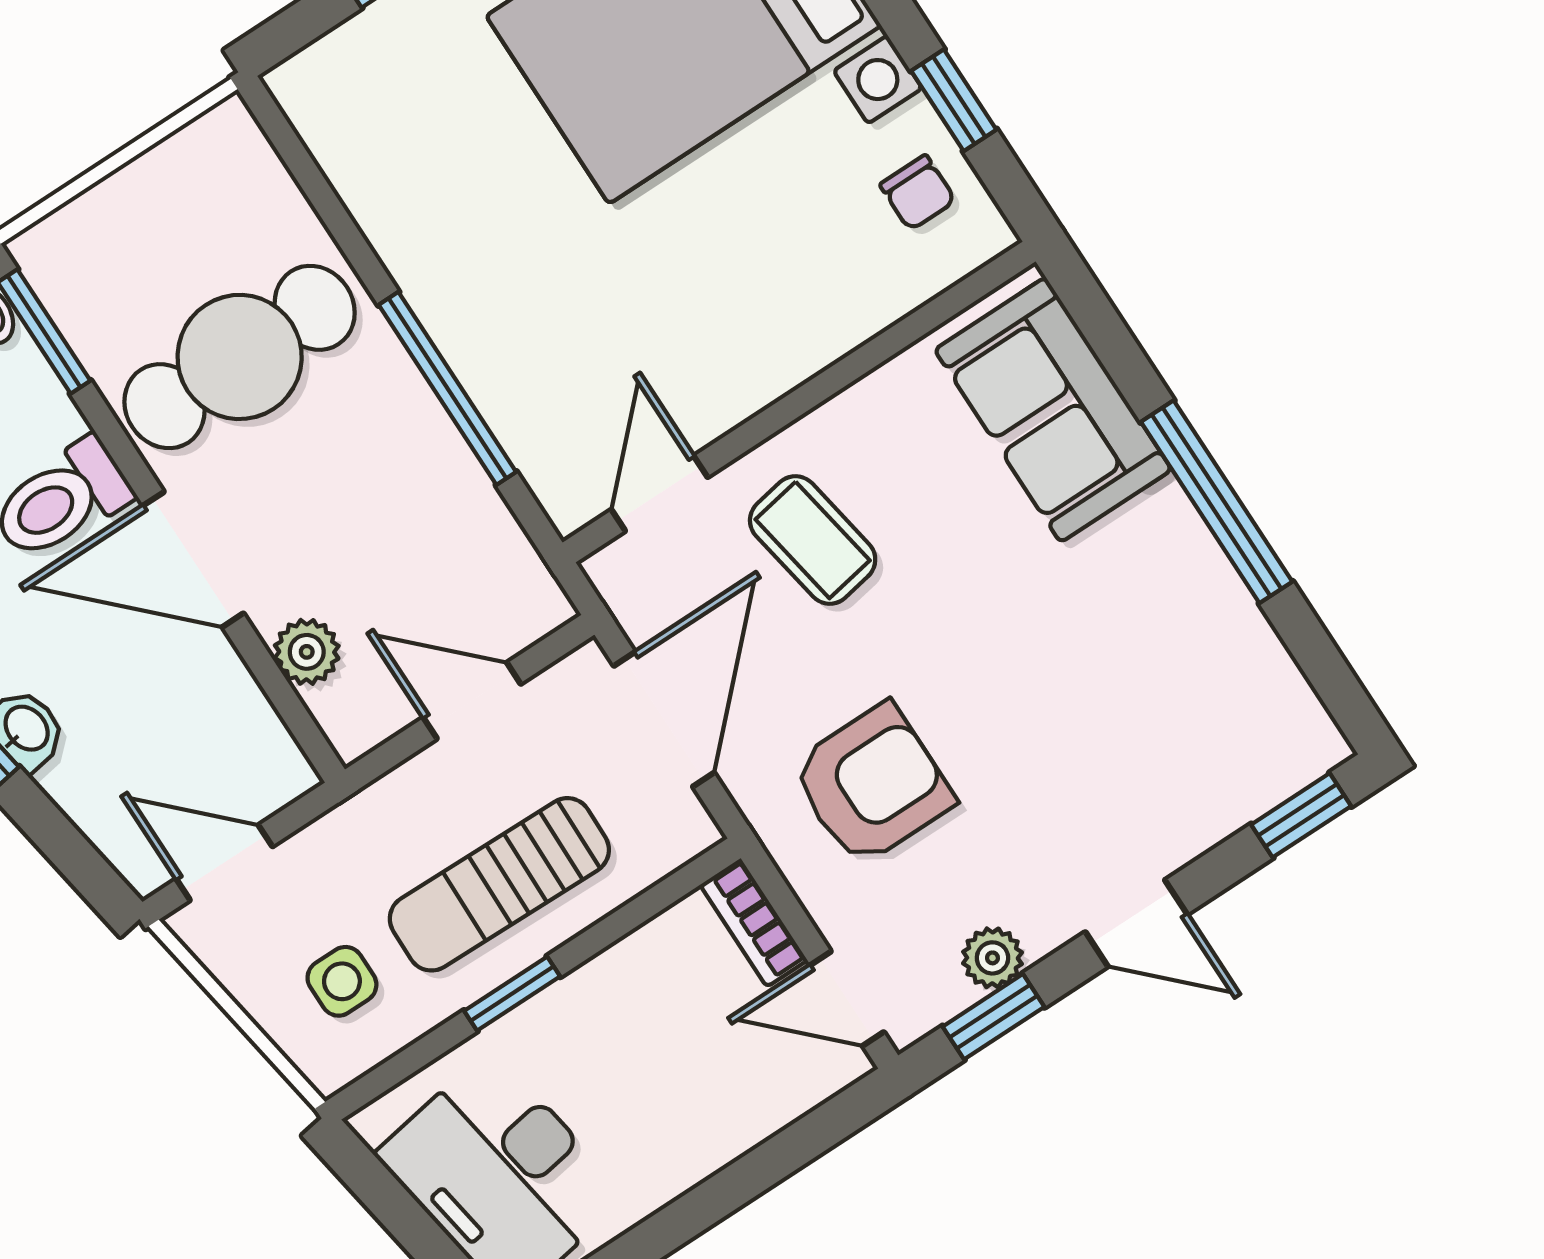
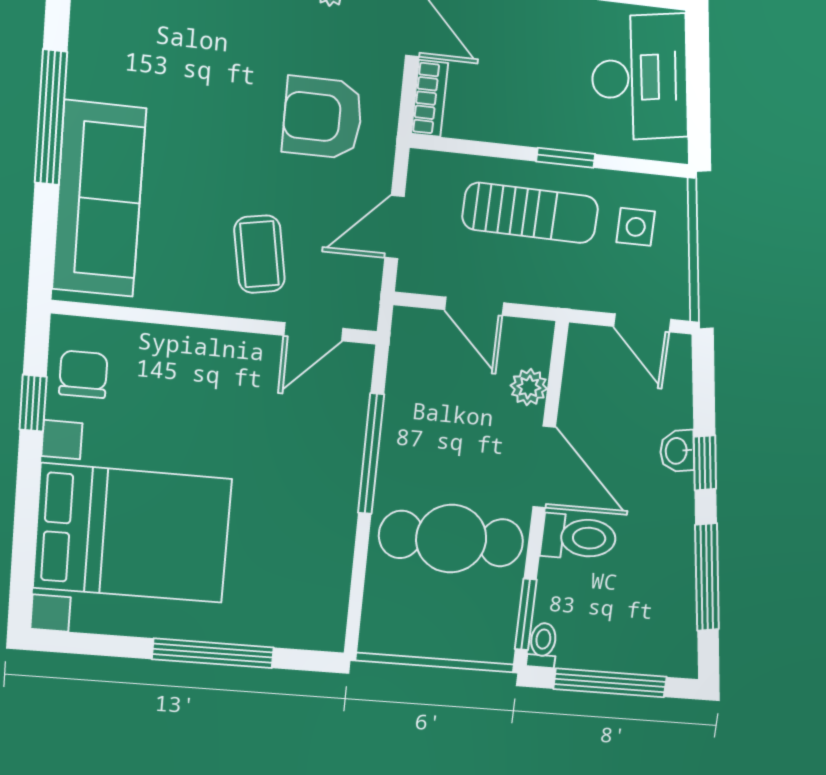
chair: (918, 193) -> (83, 374), width x1.37, depth x1.37
sofa: (1053, 410) -> (99, 199), width x1.36
door: (664, 719) -> (394, 227), width x0.73

